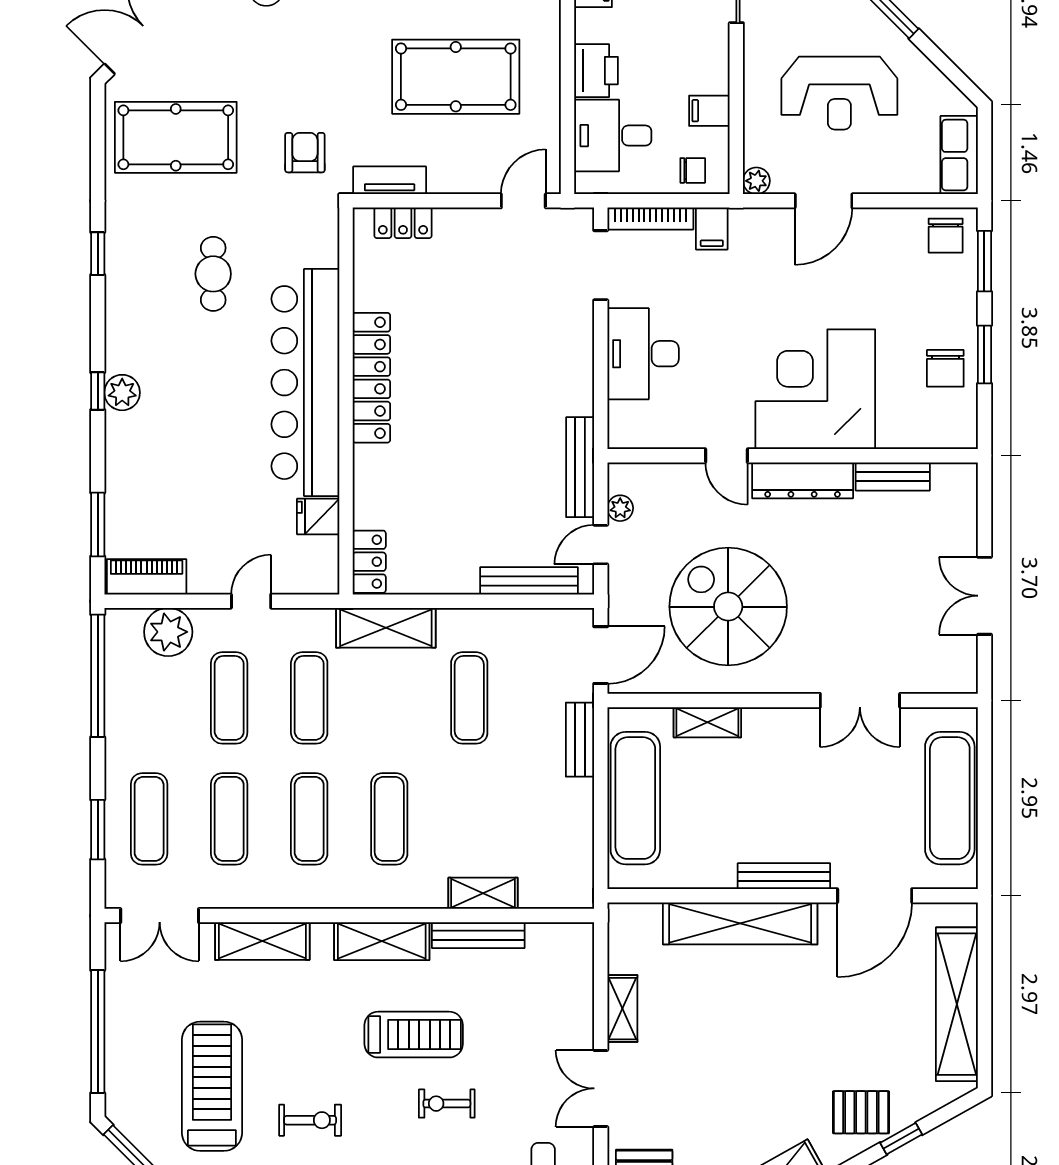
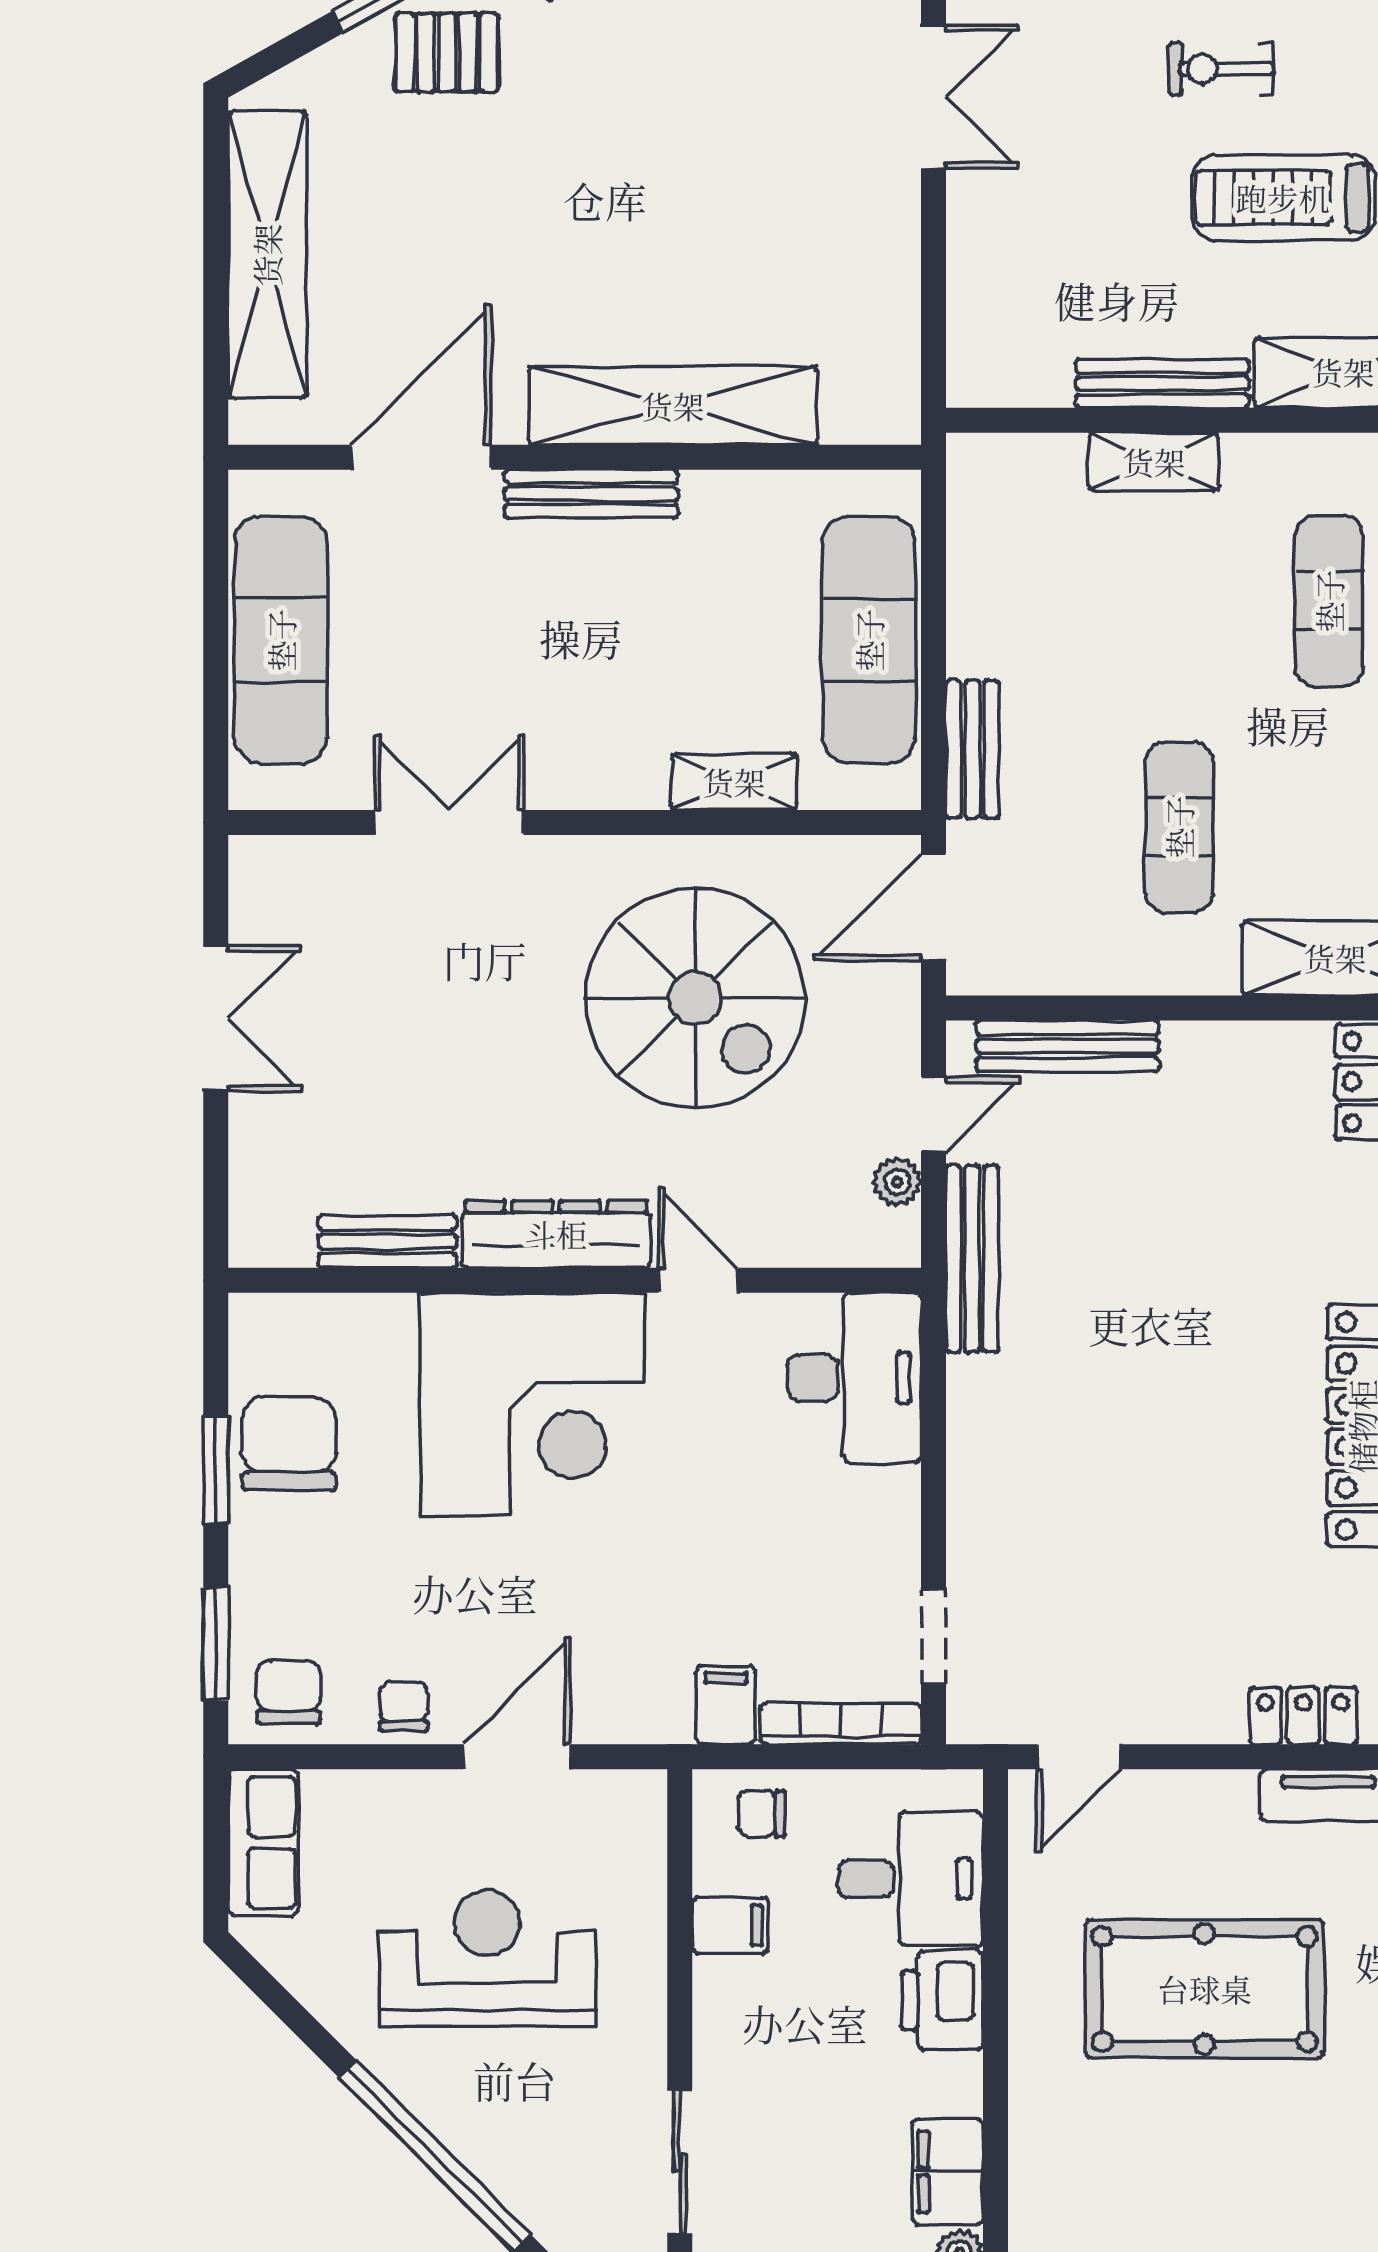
plant: (756, 181) -> (642, 1794), removed
chair: (884, 228) -> (404, 1706), added
doorway: (601, 265) -> (934, 1636), width x0.73
desk: (643, 354) -> (854, 1378), moved
chair: (945, 368) -> (289, 1444), width x1.37, depth x1.37
shelving: (622, 1009) -> (893, 246), removed
exercise bike: (447, 1104) -> (1221, 69), turned 180

